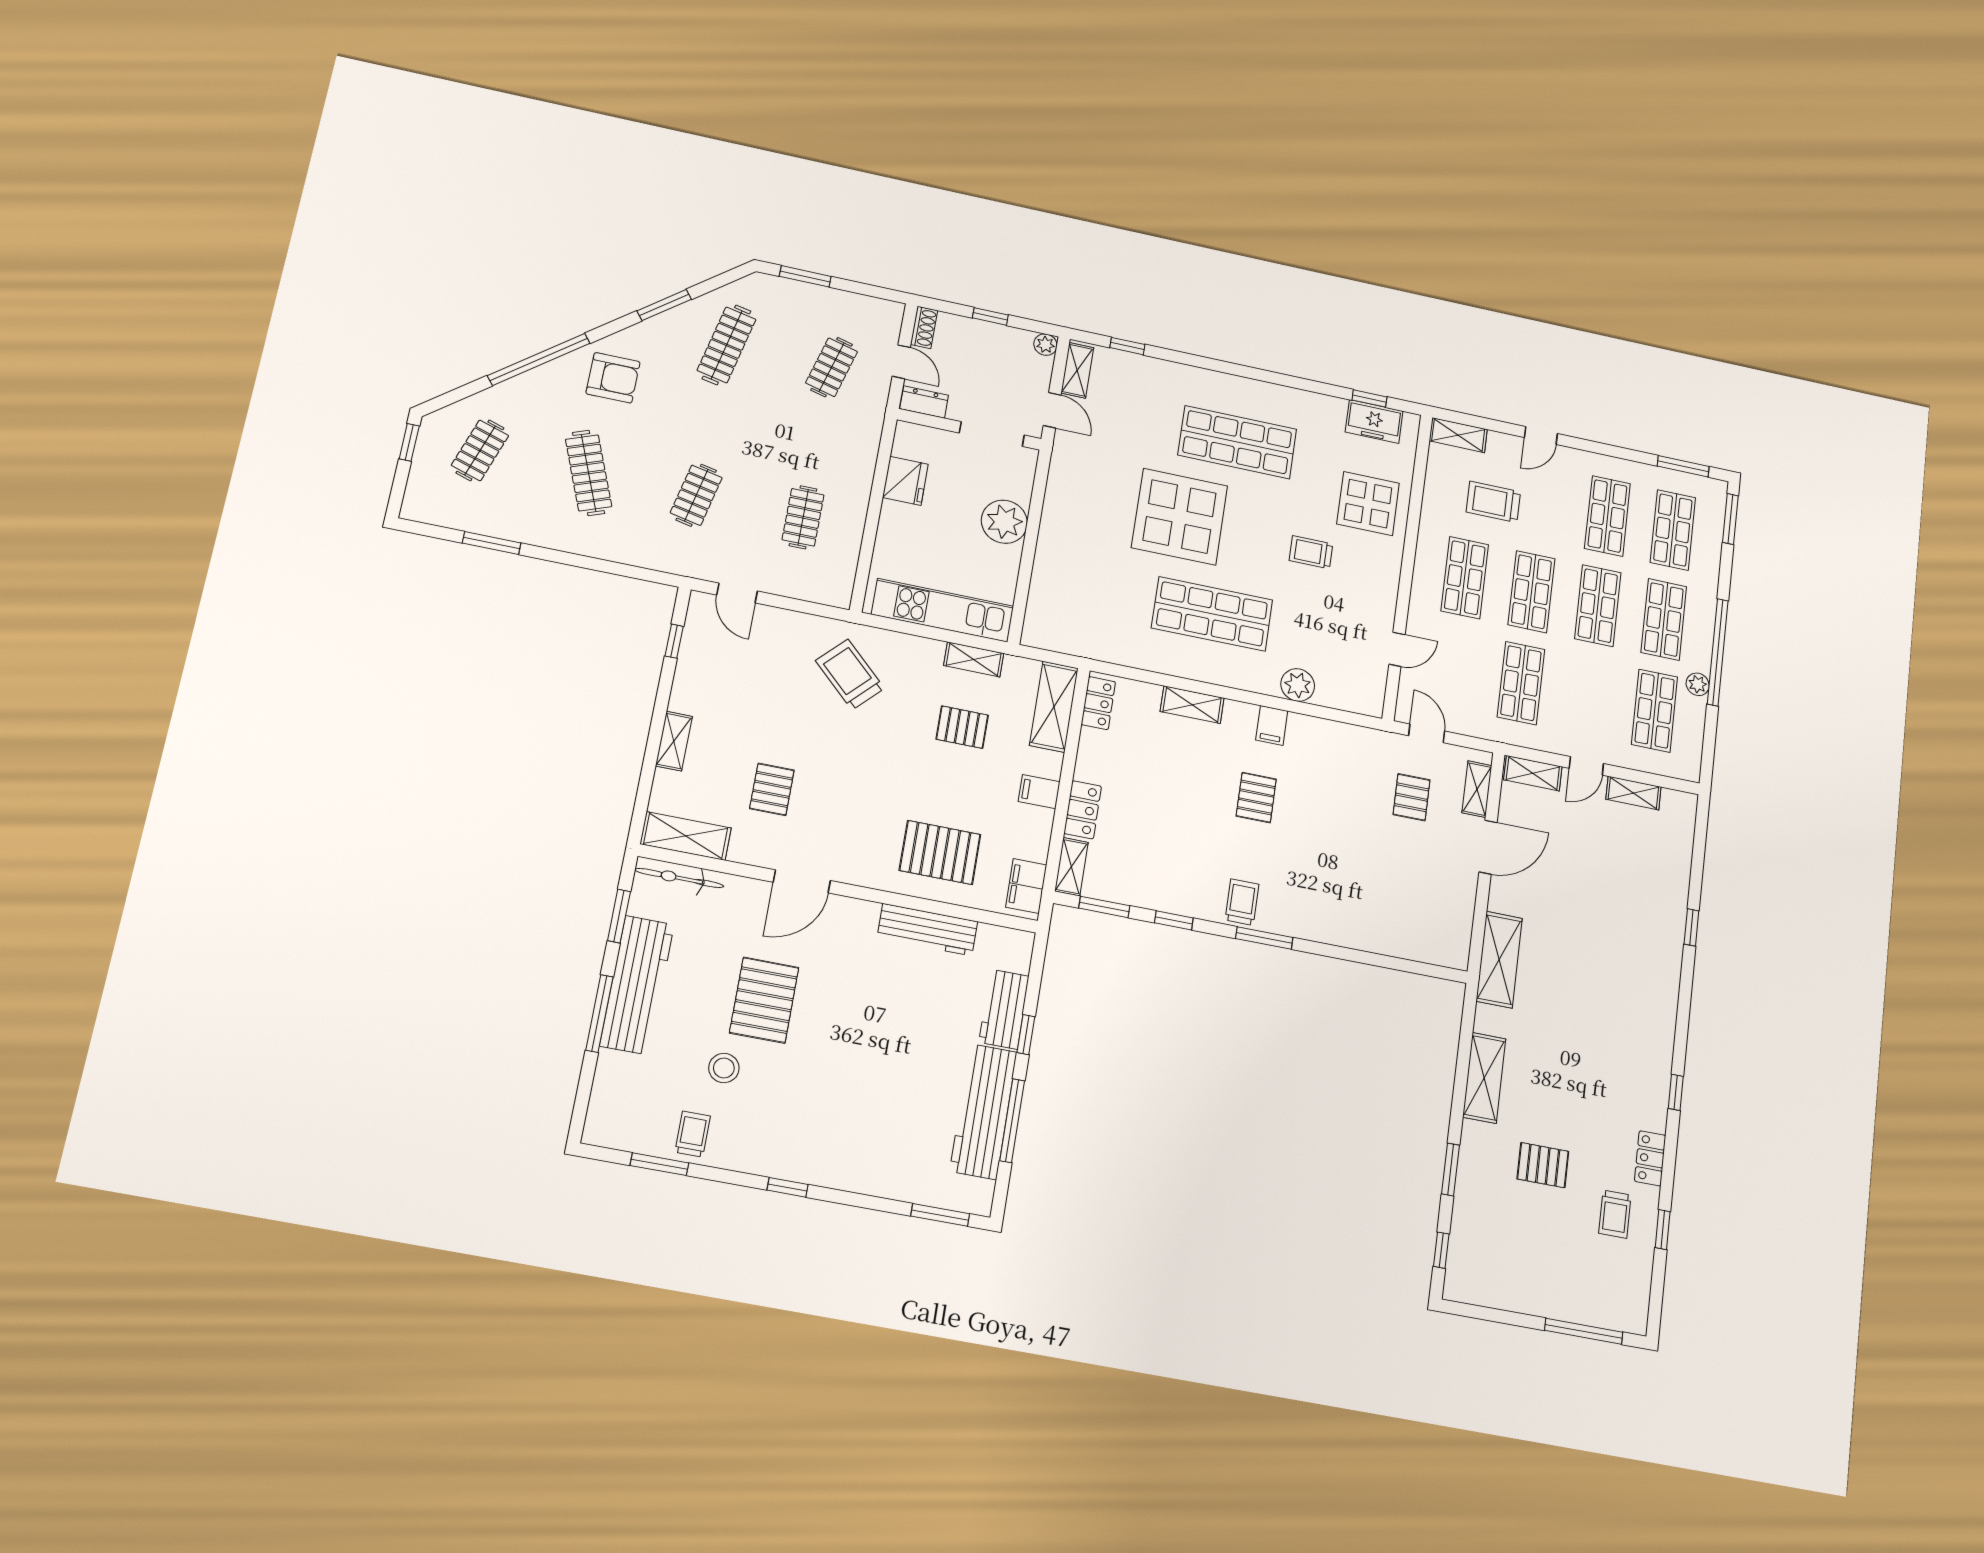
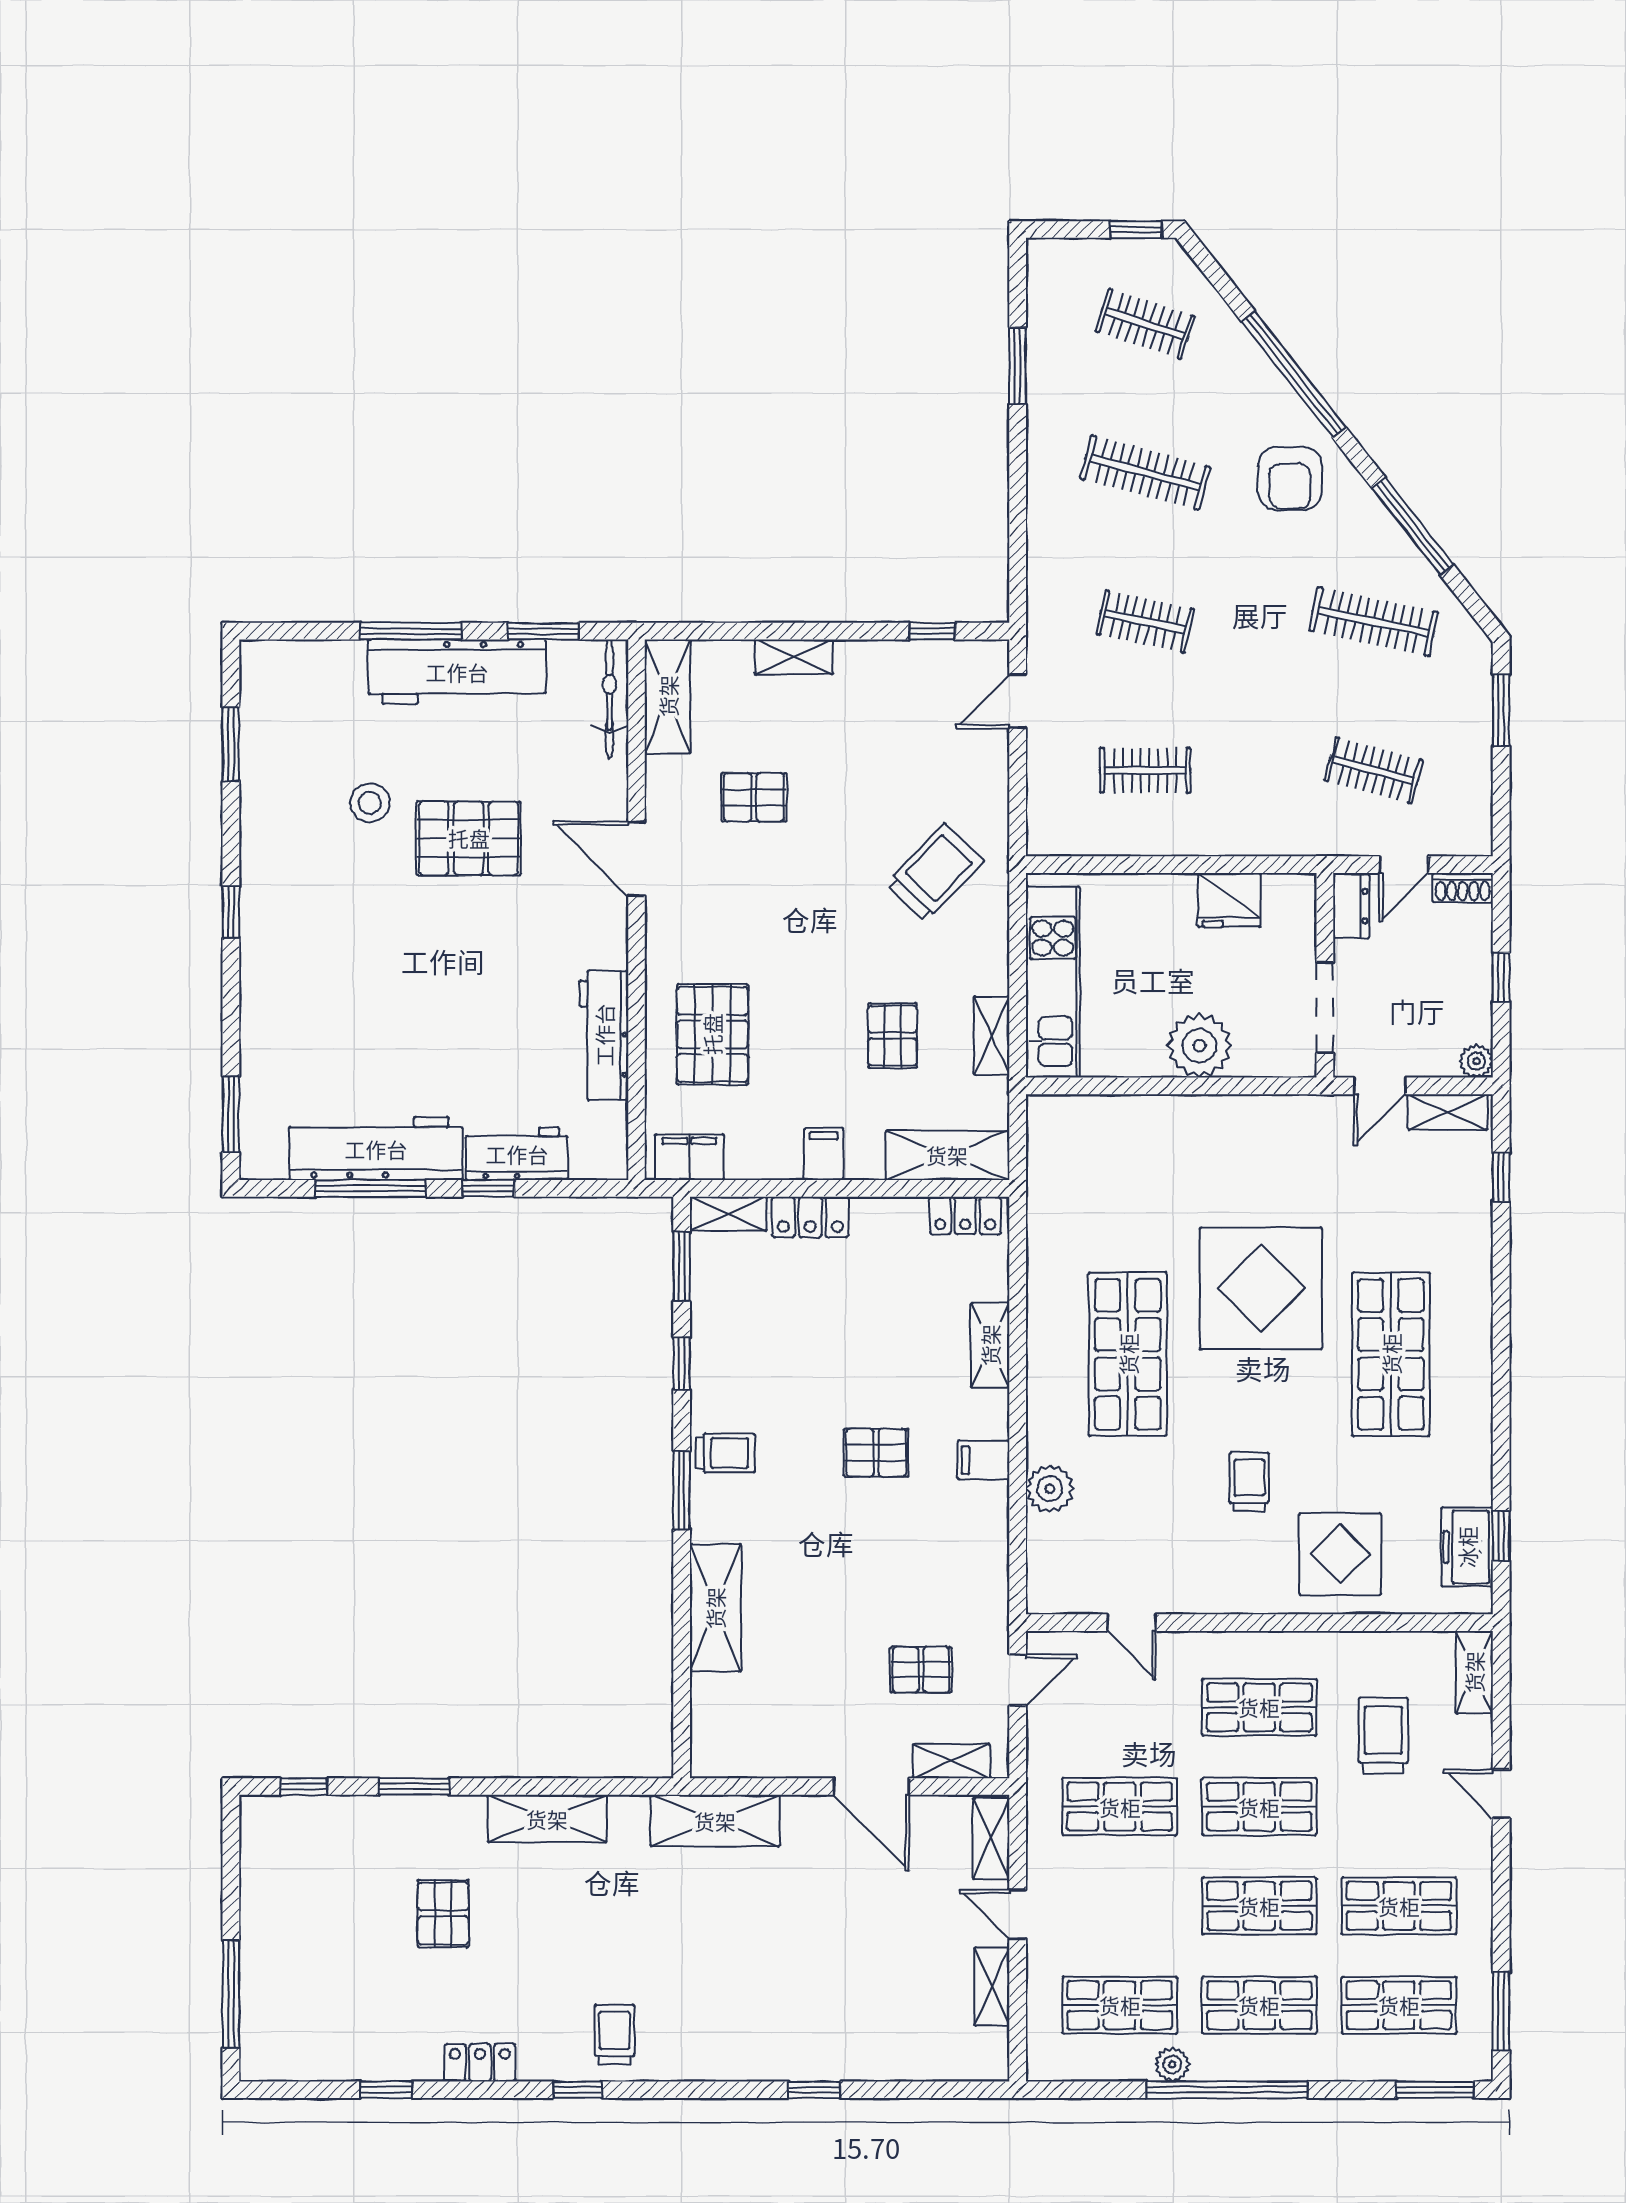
window: (664, 305) -> (1413, 526), width x1.44
clothes rail: (589, 473) -> (1145, 473), turned 36
shelving: (1350, 930) -> (715, 1608), added
trolley: (693, 1134) -> (277, 779), removed
trolley: (1615, 1214) -> (614, 2035), moved, turned 90

